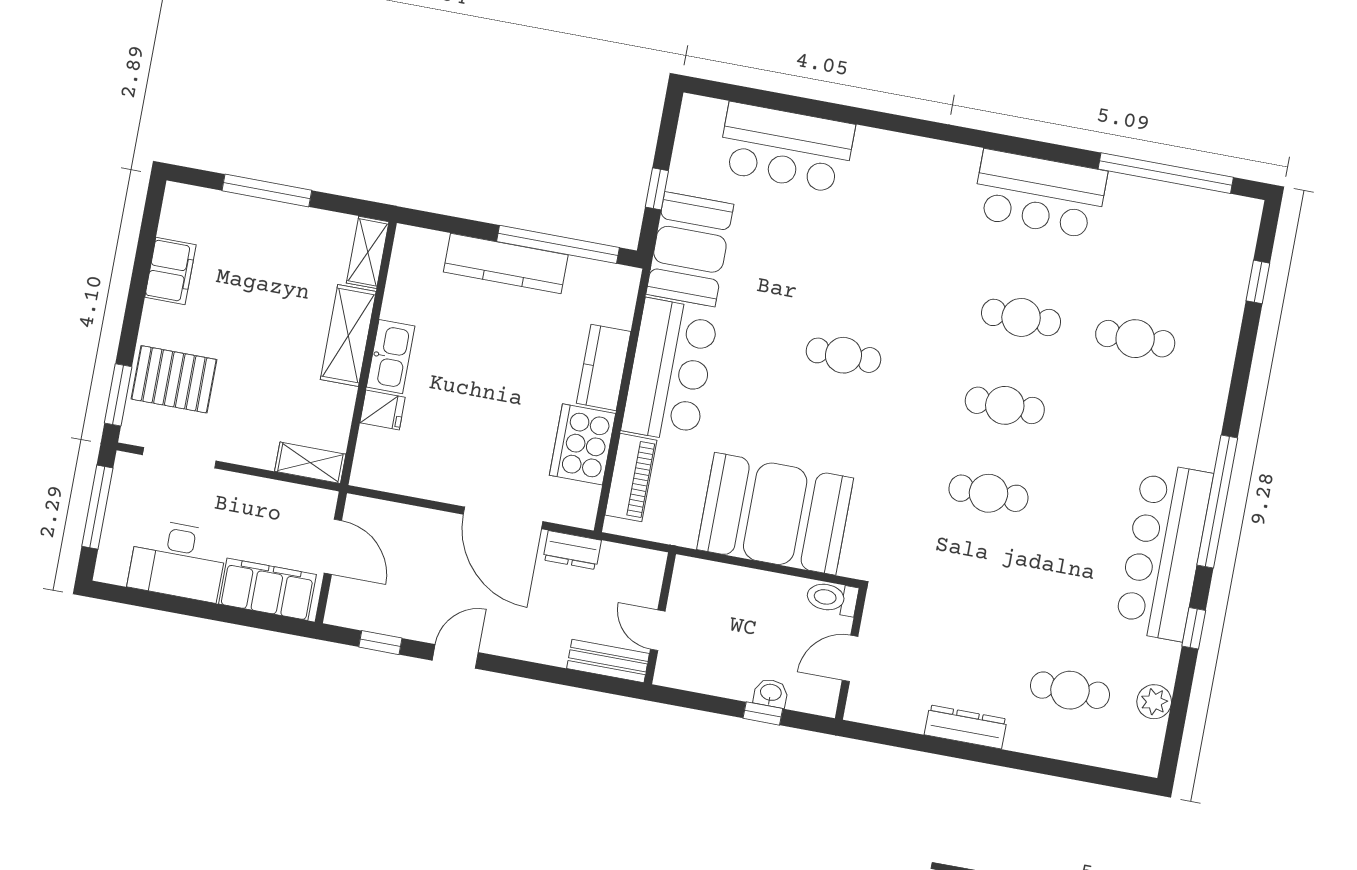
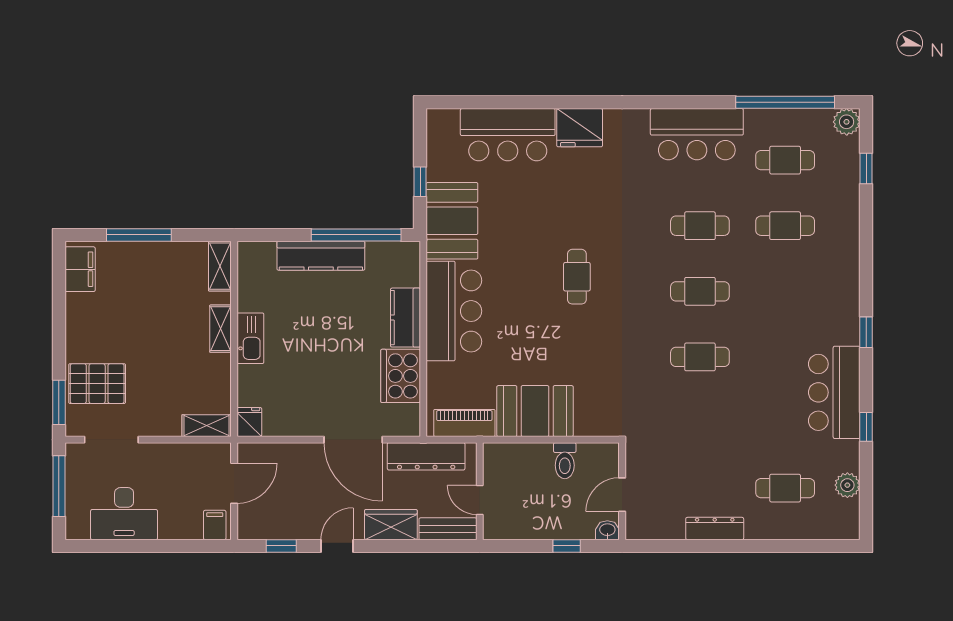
fridge: (884, 156) -> (580, 128), added
plant: (1243, 215) -> (847, 122), added
cafe table: (1151, 251) -> (785, 160), added
filing cabinet: (170, 271) -> (80, 269), moved
shelving: (348, 335) -> (220, 329), width x0.67, depth x0.75
cafe table: (843, 355) -> (577, 277), turned 90
fridge: (383, 410) -> (249, 422), moved, turned -90
piano: (631, 478) -> (464, 423), moved, turned -90
window: (1217, 502) -> (866, 332), width x0.32
booth: (775, 514) -> (535, 411), width x0.73, depth x0.70
door: (333, 547) -> (234, 483), hinge flipped
dresser: (572, 550) -> (426, 456), width x1.96, depth x1.24
bar counter: (1164, 552) -> (834, 392), width x0.73
filing cabinet: (267, 589) -> (215, 525), width x0.33, depth x0.86
toilet: (832, 598) -> (565, 461), moved, turned -90
wardrobe: (533, 641) -> (391, 525), added
washbasin: (771, 693) -> (607, 530), moved

